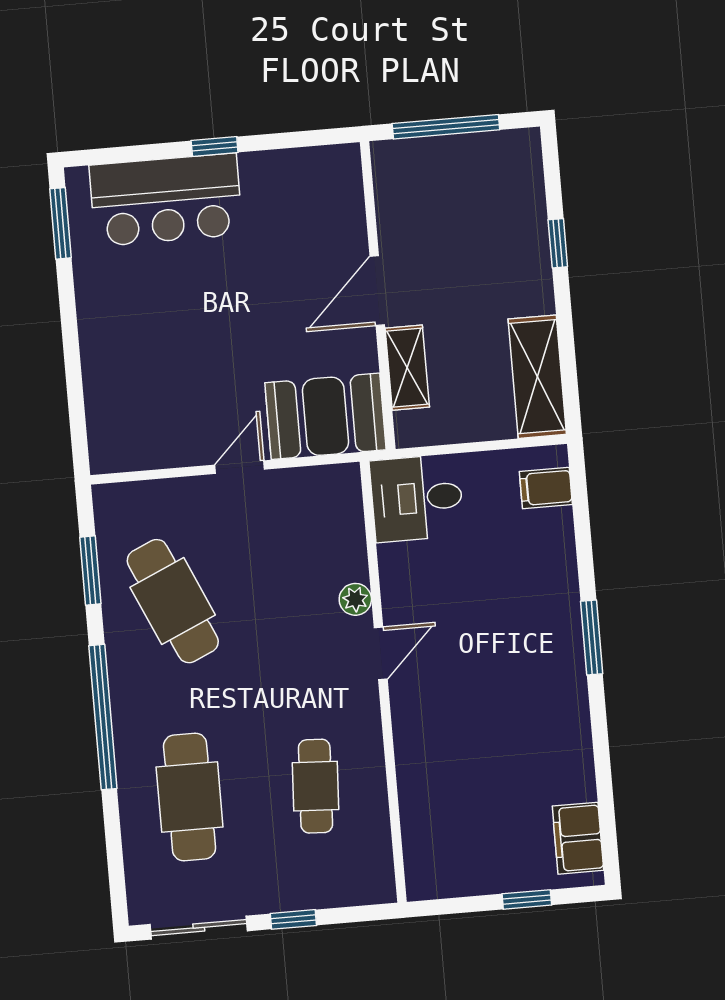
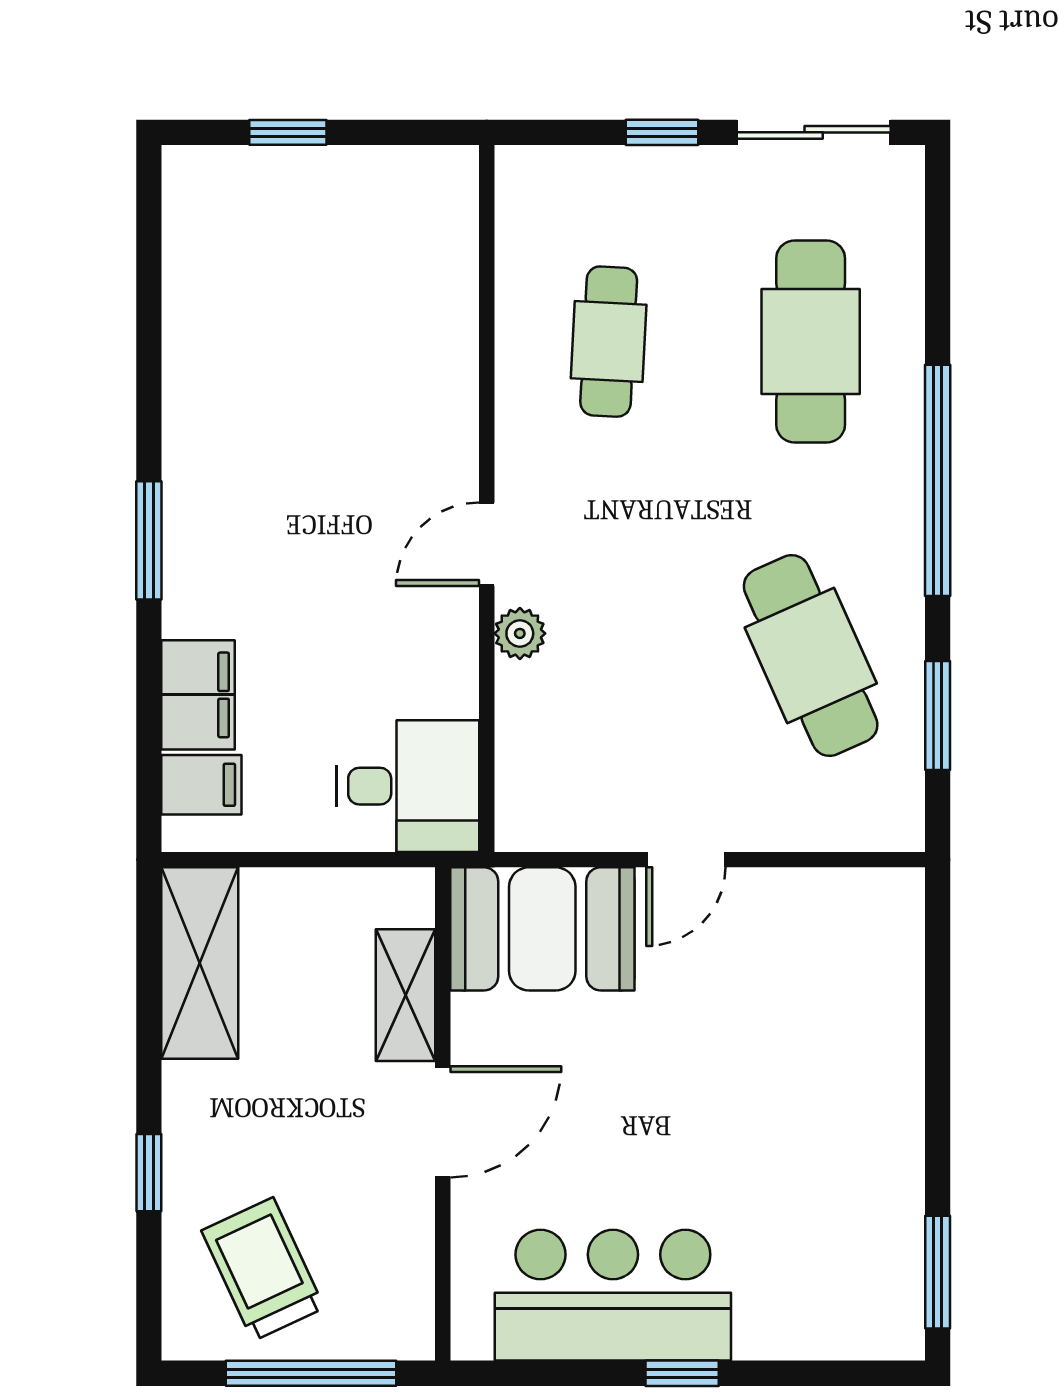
trolley: (481, 189) -> (263, 1269), added
bar counter: (166, 200) -> (613, 1295), moved
filing cabinet: (578, 838) -> (198, 695), moved

